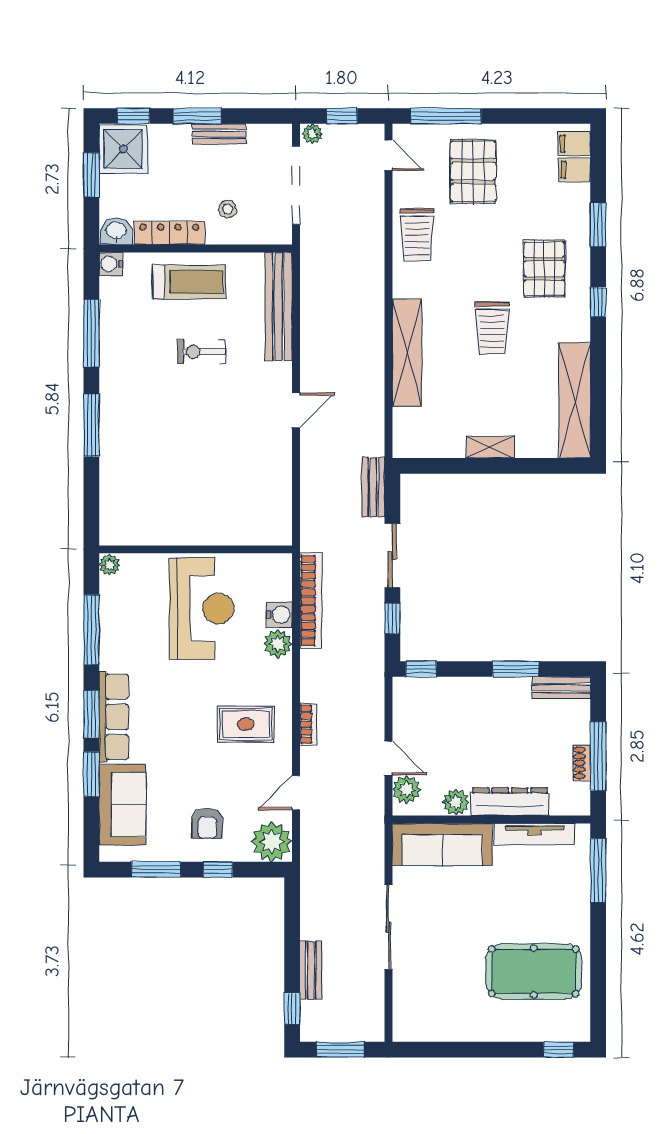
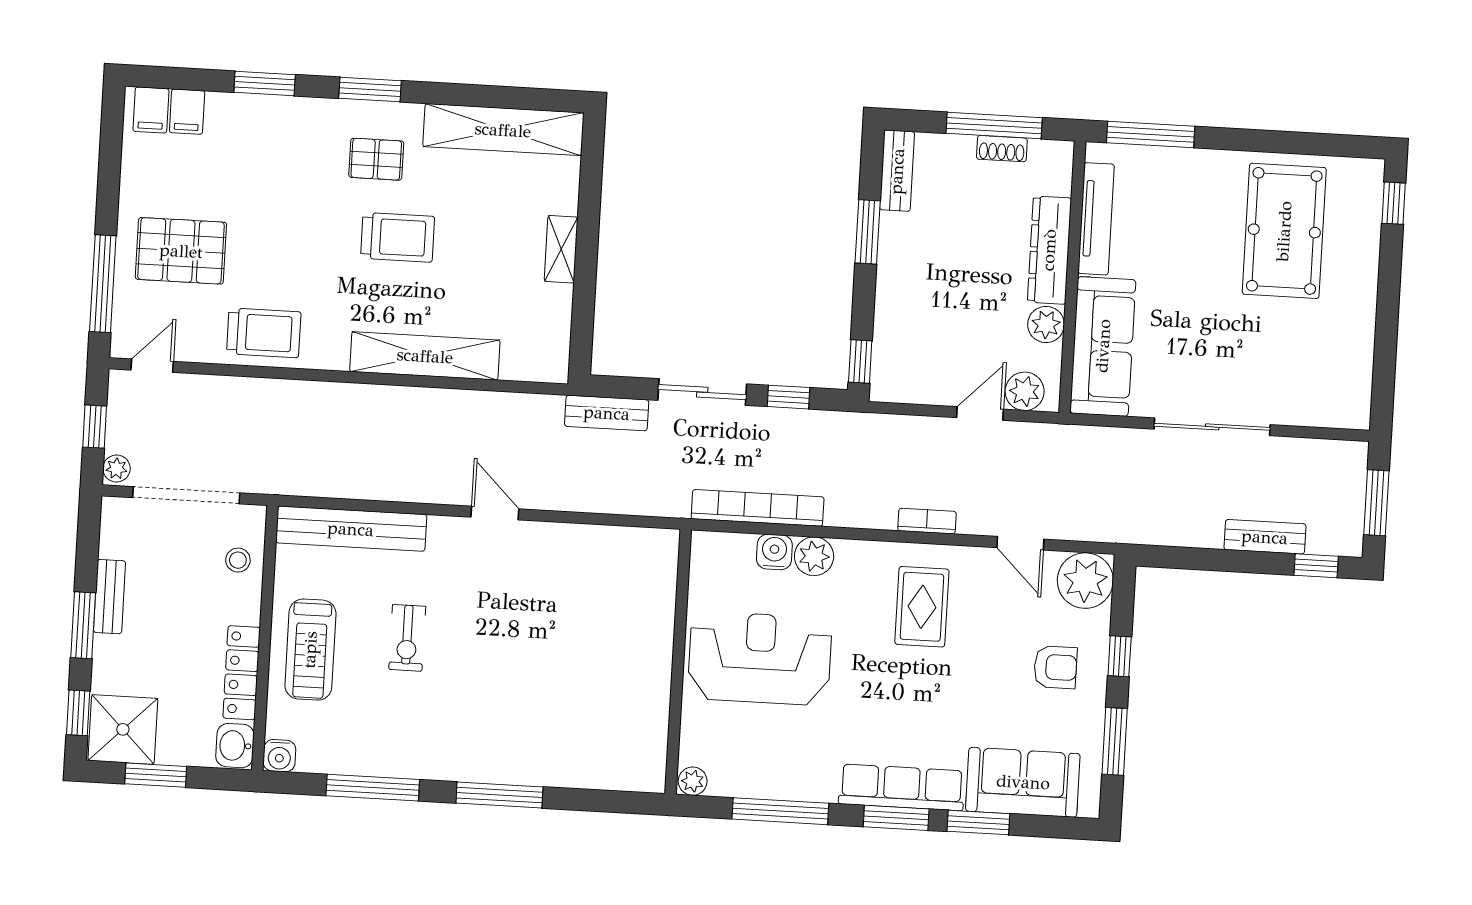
stool: (228, 209) -> (238, 560), moved
pallet: (544, 269) -> (376, 159), moved, width x0.67, depth x0.71
treadmill: (189, 282) -> (310, 650), turned 180
window: (598, 302) -> (370, 90), width x1.50

